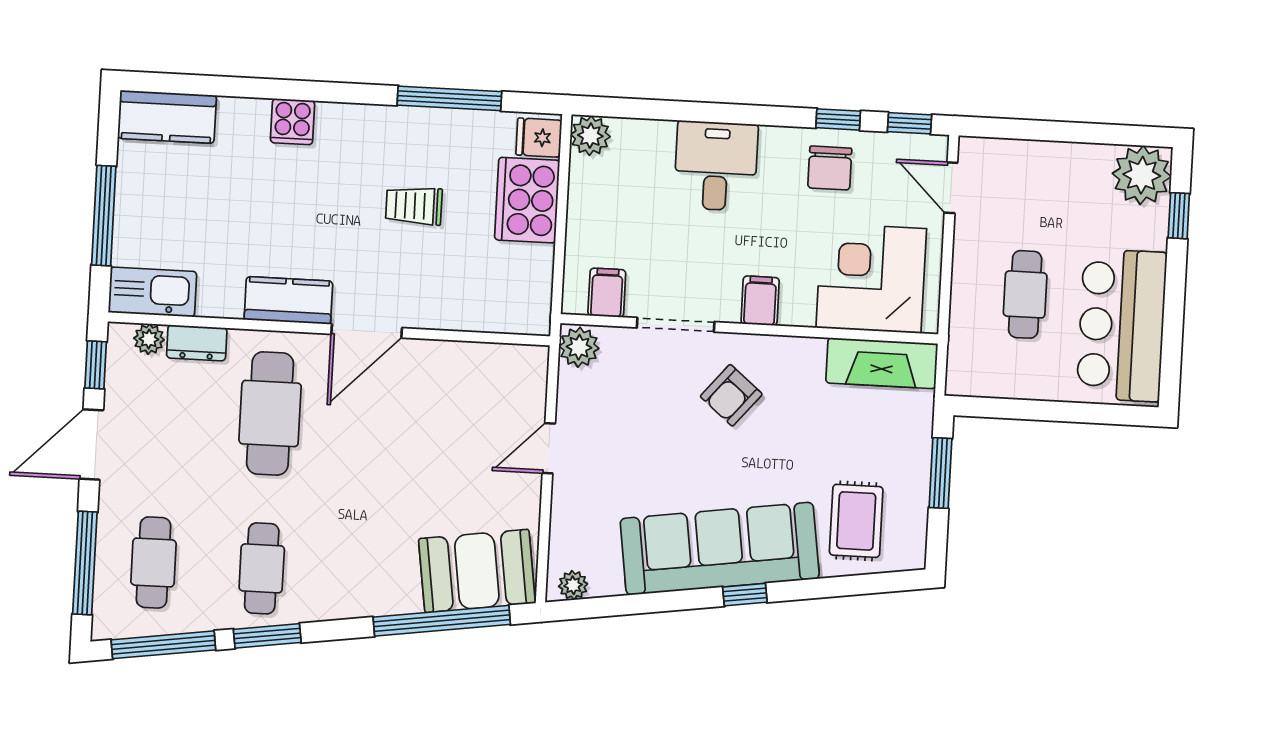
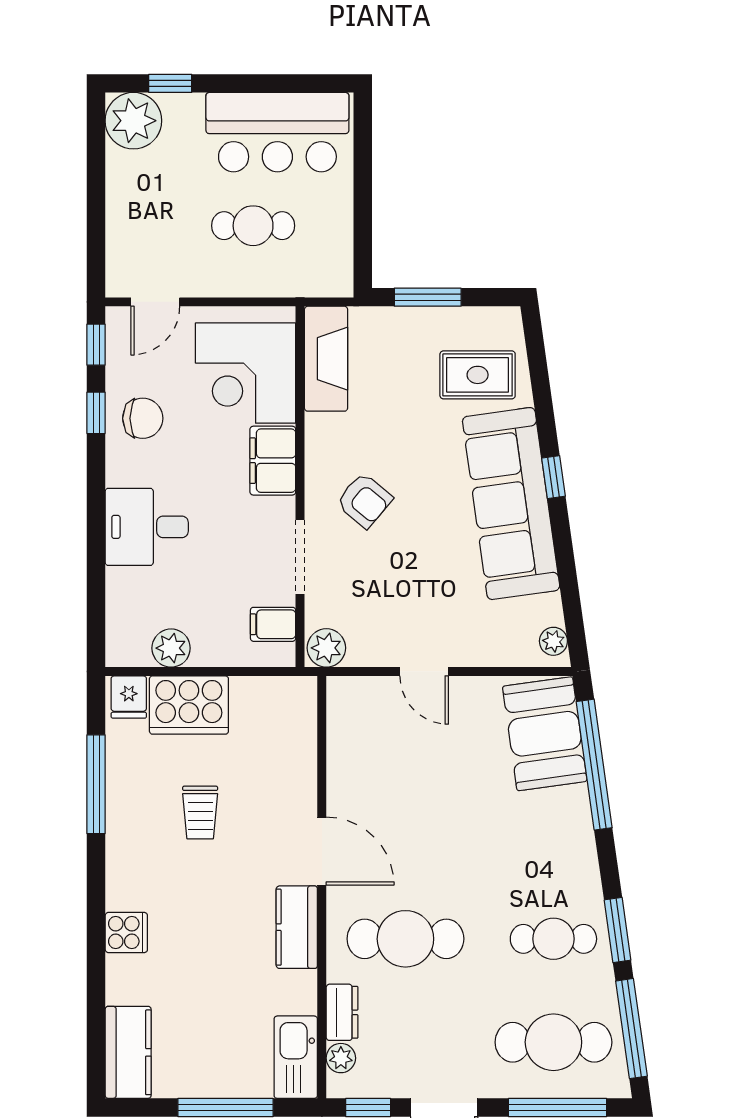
plant: (590, 136) -> (171, 648), moved
filing cabinet: (760, 301) -> (273, 461), width x2.00
cafe table: (153, 562) -> (553, 1042), width x1.37, depth x1.35

